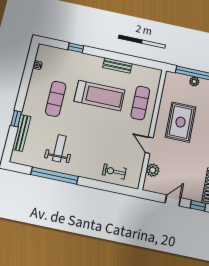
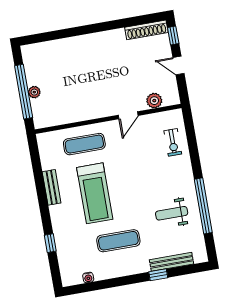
treadmill: (100, 96) -> (95, 193), turned 180
rug: (181, 122) -> (88, 90), removed

